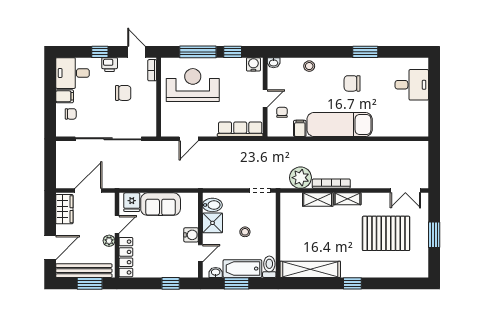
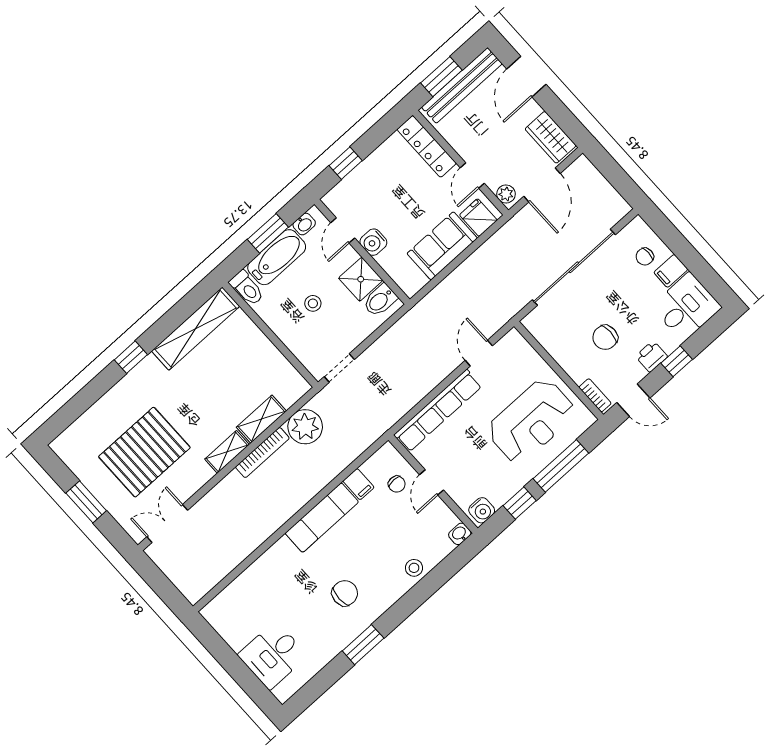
exam couch: (340, 124) -> (322, 518), width x0.73, depth x0.69
row of seats: (240, 129) -> (438, 411), width x1.36
plant: (109, 241) -> (506, 194), moved

